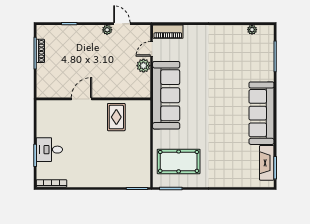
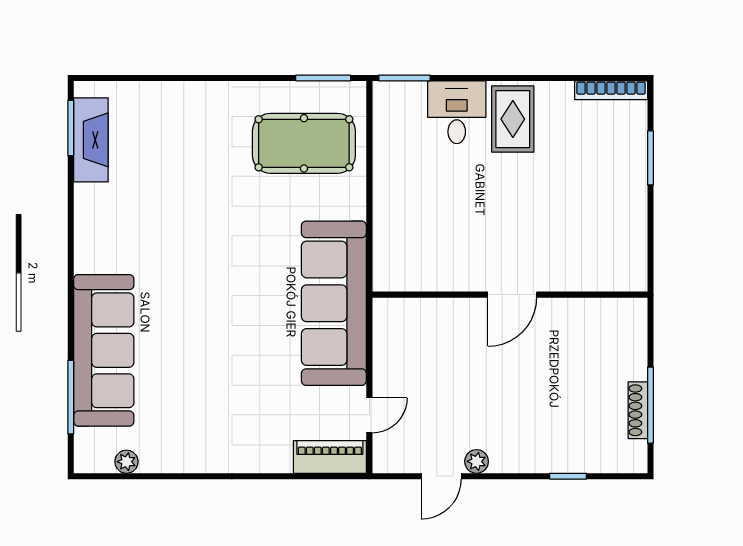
door: (122, 24) -> (441, 476), hinge flipped
plant: (143, 66) -> (389, 375), removed
door: (81, 99) -> (512, 295), moved
sofa: (261, 113) -> (104, 350), moved
rug: (116, 117) -> (513, 119), moved
desk: (49, 150) -> (457, 112), moved, turned -90

